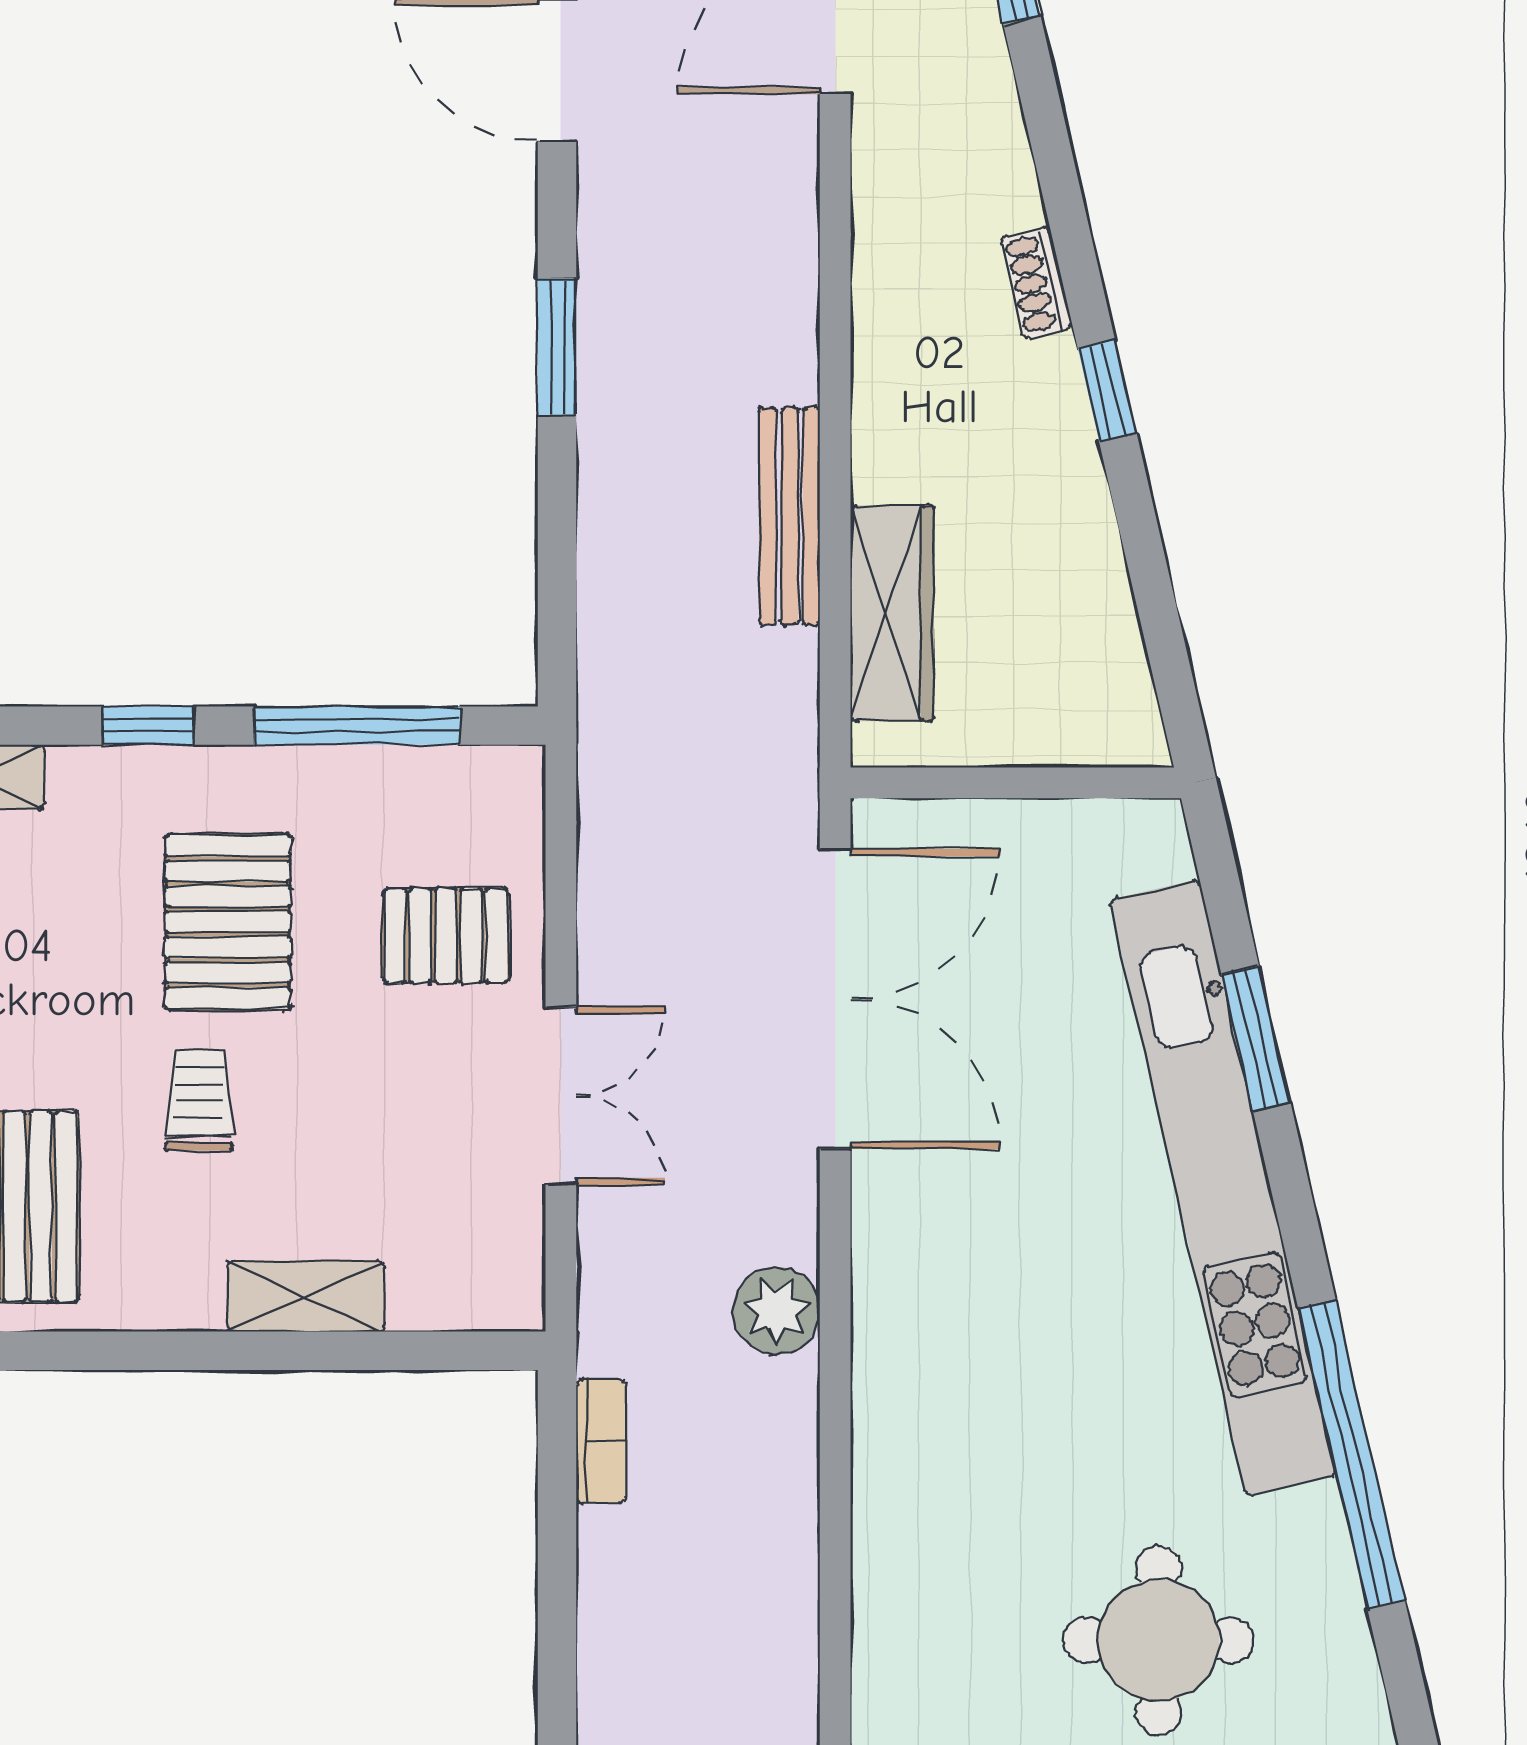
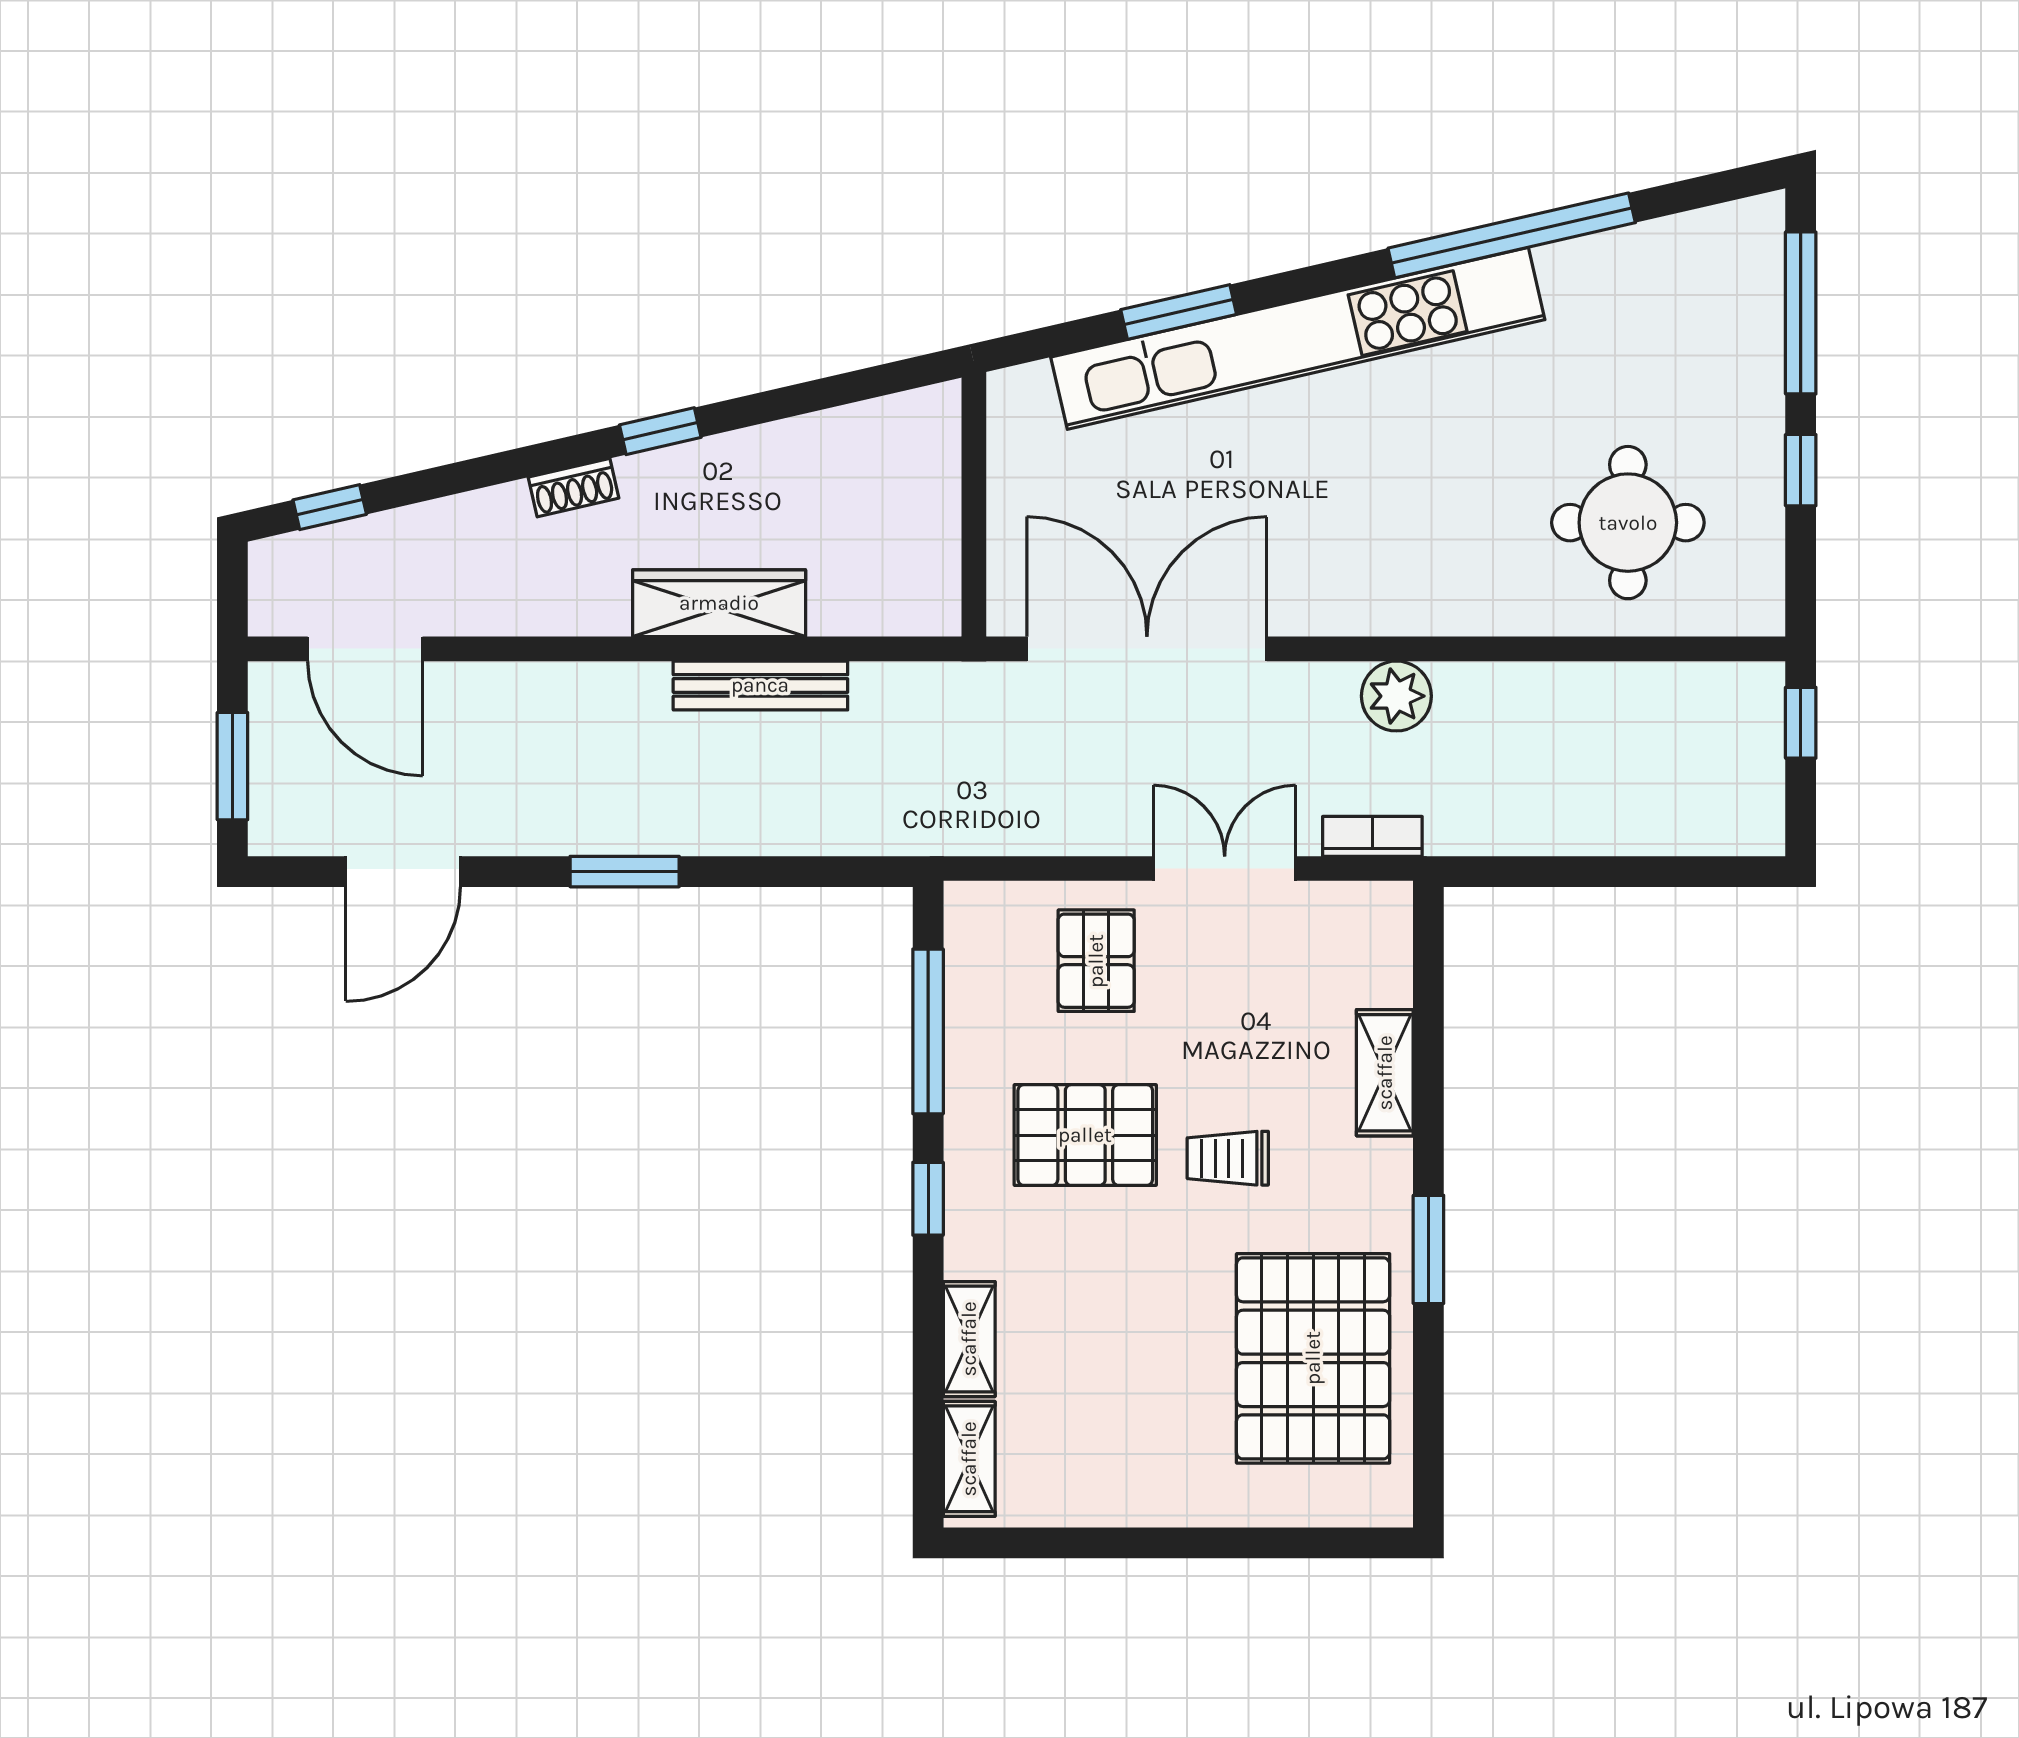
wardrobe: (892, 613) -> (719, 603), moved
window: (85, 1351) -> (1428, 1249), added
bookcase: (601, 1441) -> (1372, 836), moved
round table: (1159, 1640) -> (1628, 523), moved

